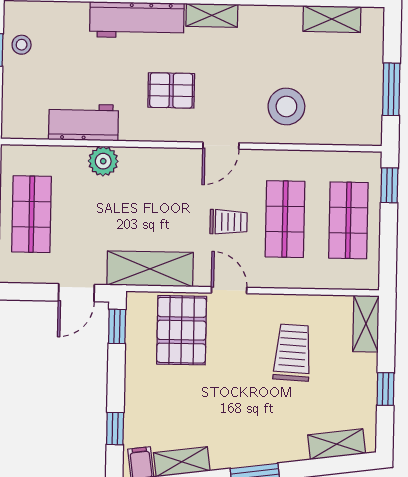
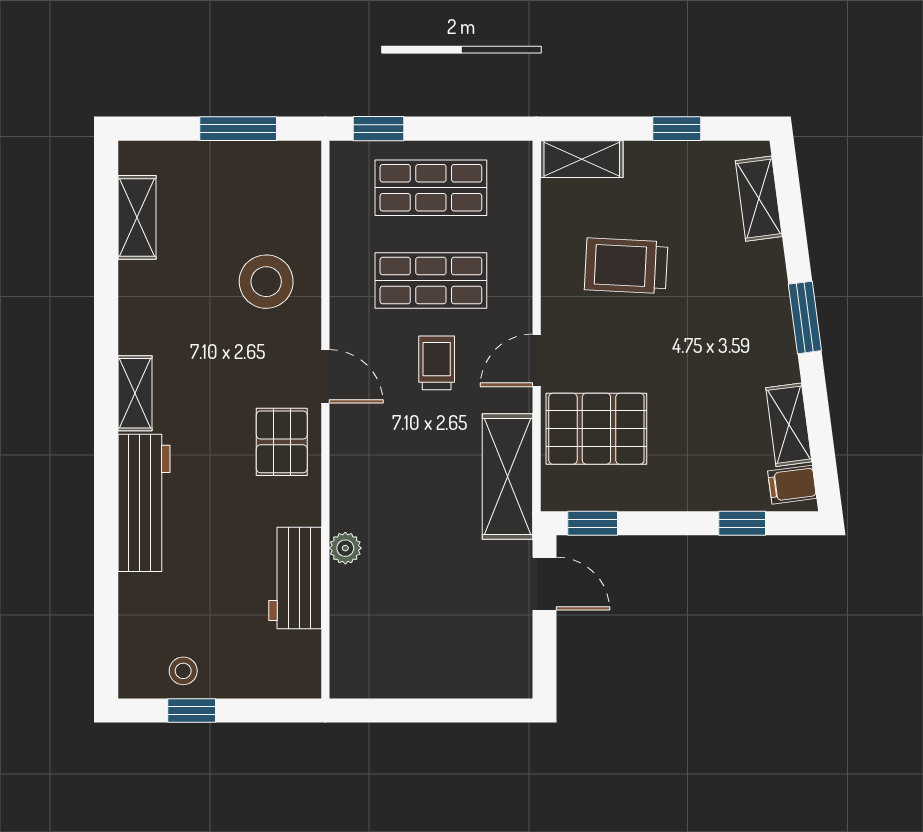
pallet: (171, 90) -> (282, 442), moved
plant: (103, 161) -> (345, 548), width x0.73, depth x0.73
shop shelf: (32, 214) -> (431, 651), removed

